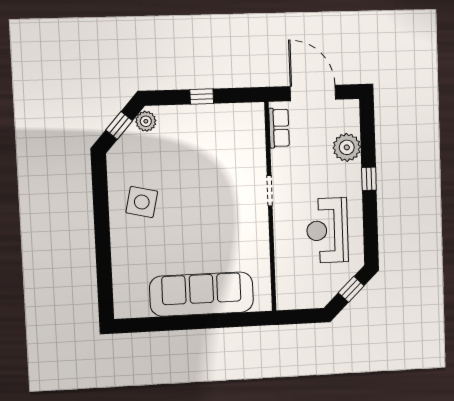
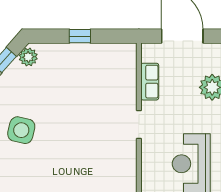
row of seats: (279, 128) -> (150, 82), moved

